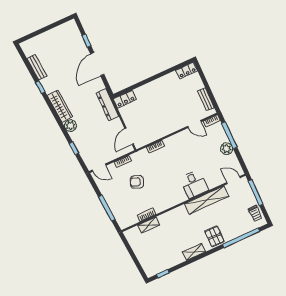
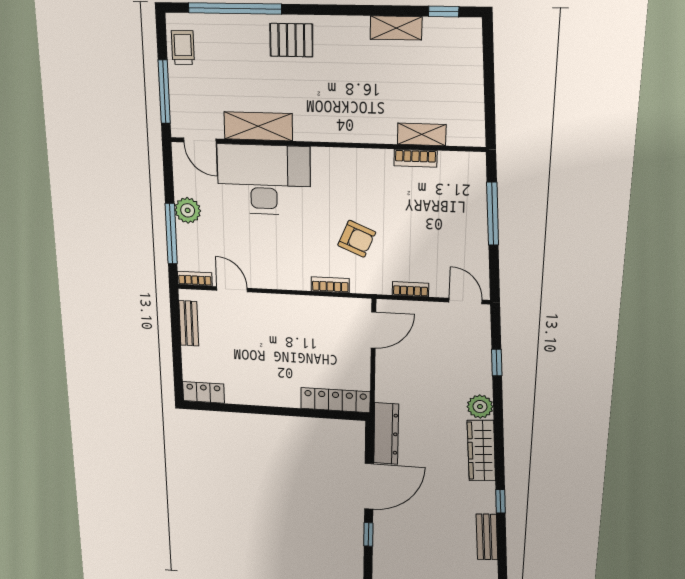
locker: (125, 99) -> (335, 400), width x1.53
dresser: (107, 105) -> (386, 434), moved
armchair: (137, 182) -> (357, 239), moved
desk: (194, 184) -> (264, 180), width x1.87, depth x1.30
shelving: (207, 200) -> (258, 126), width x0.68
pallet: (214, 236) -> (291, 40), turned 90
shelving: (194, 252) -> (396, 28), moved

